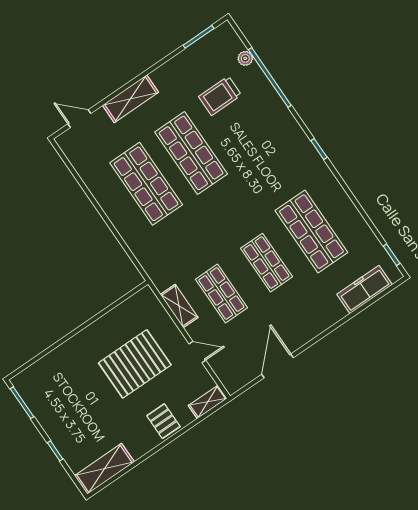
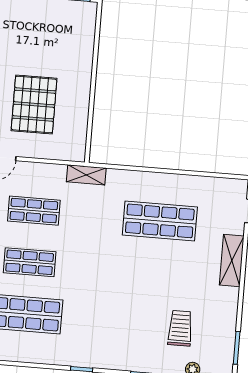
shop shelf: (191, 153) -> (156, 273), removed
shelving: (179, 306) -> (86, 175), moved

